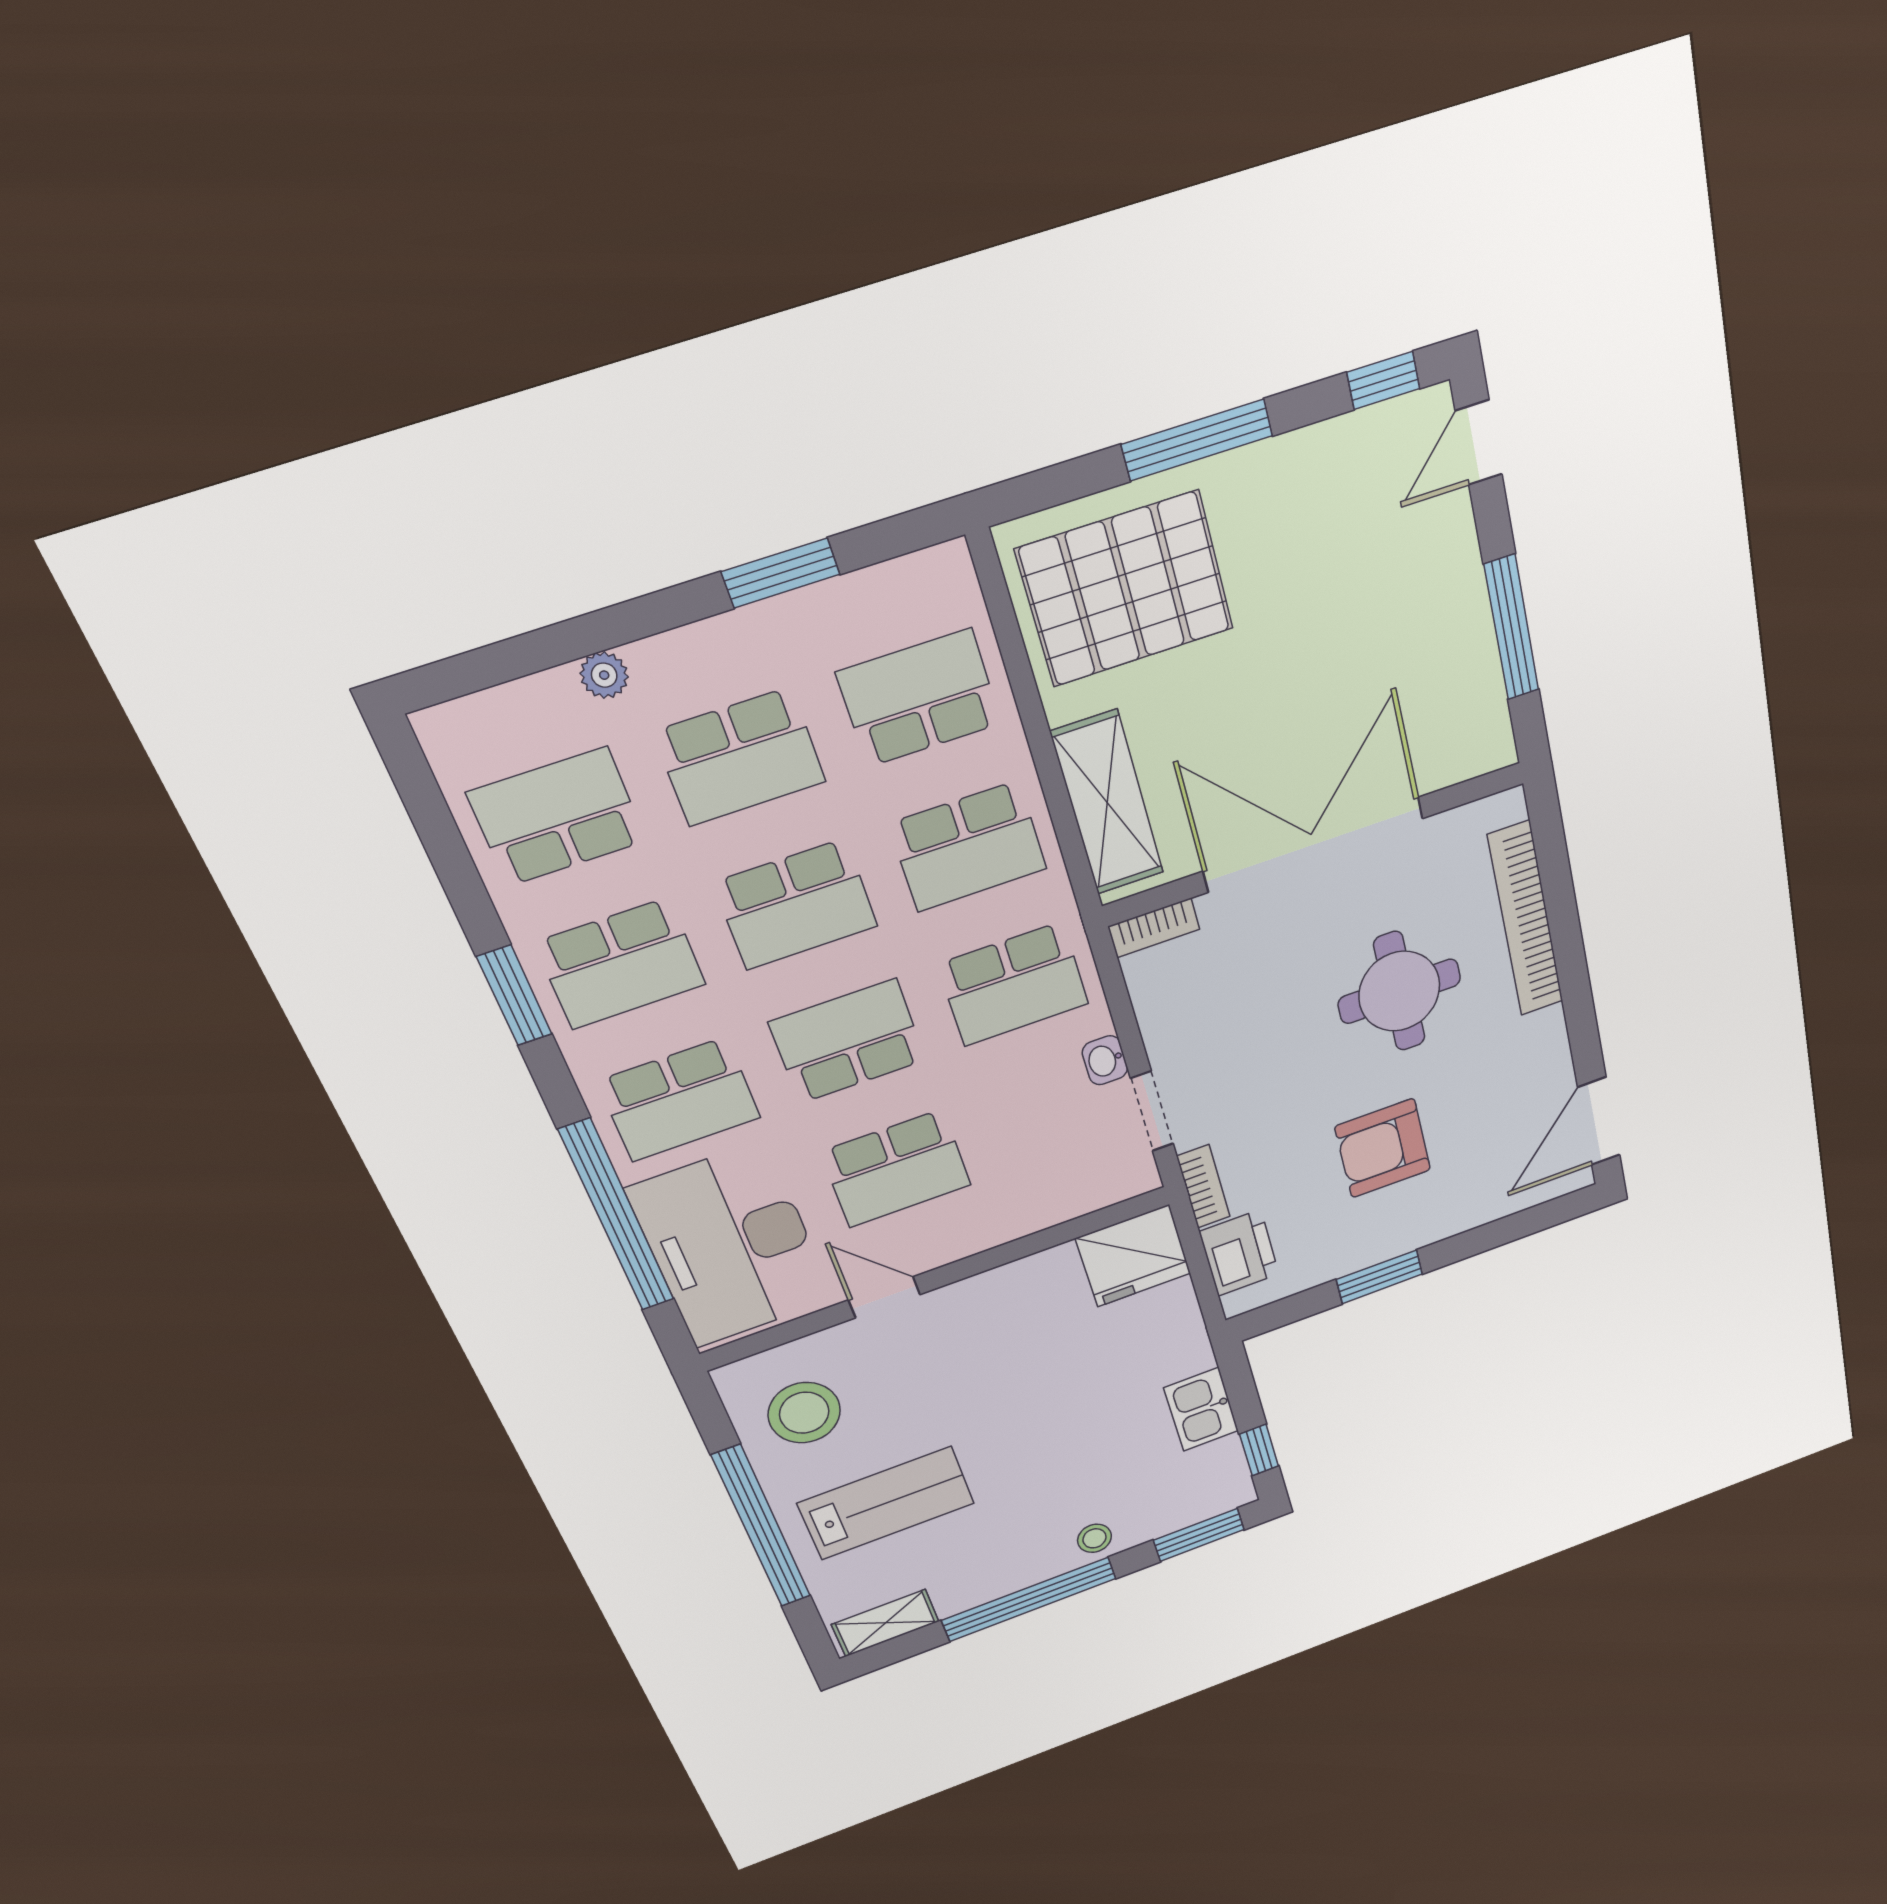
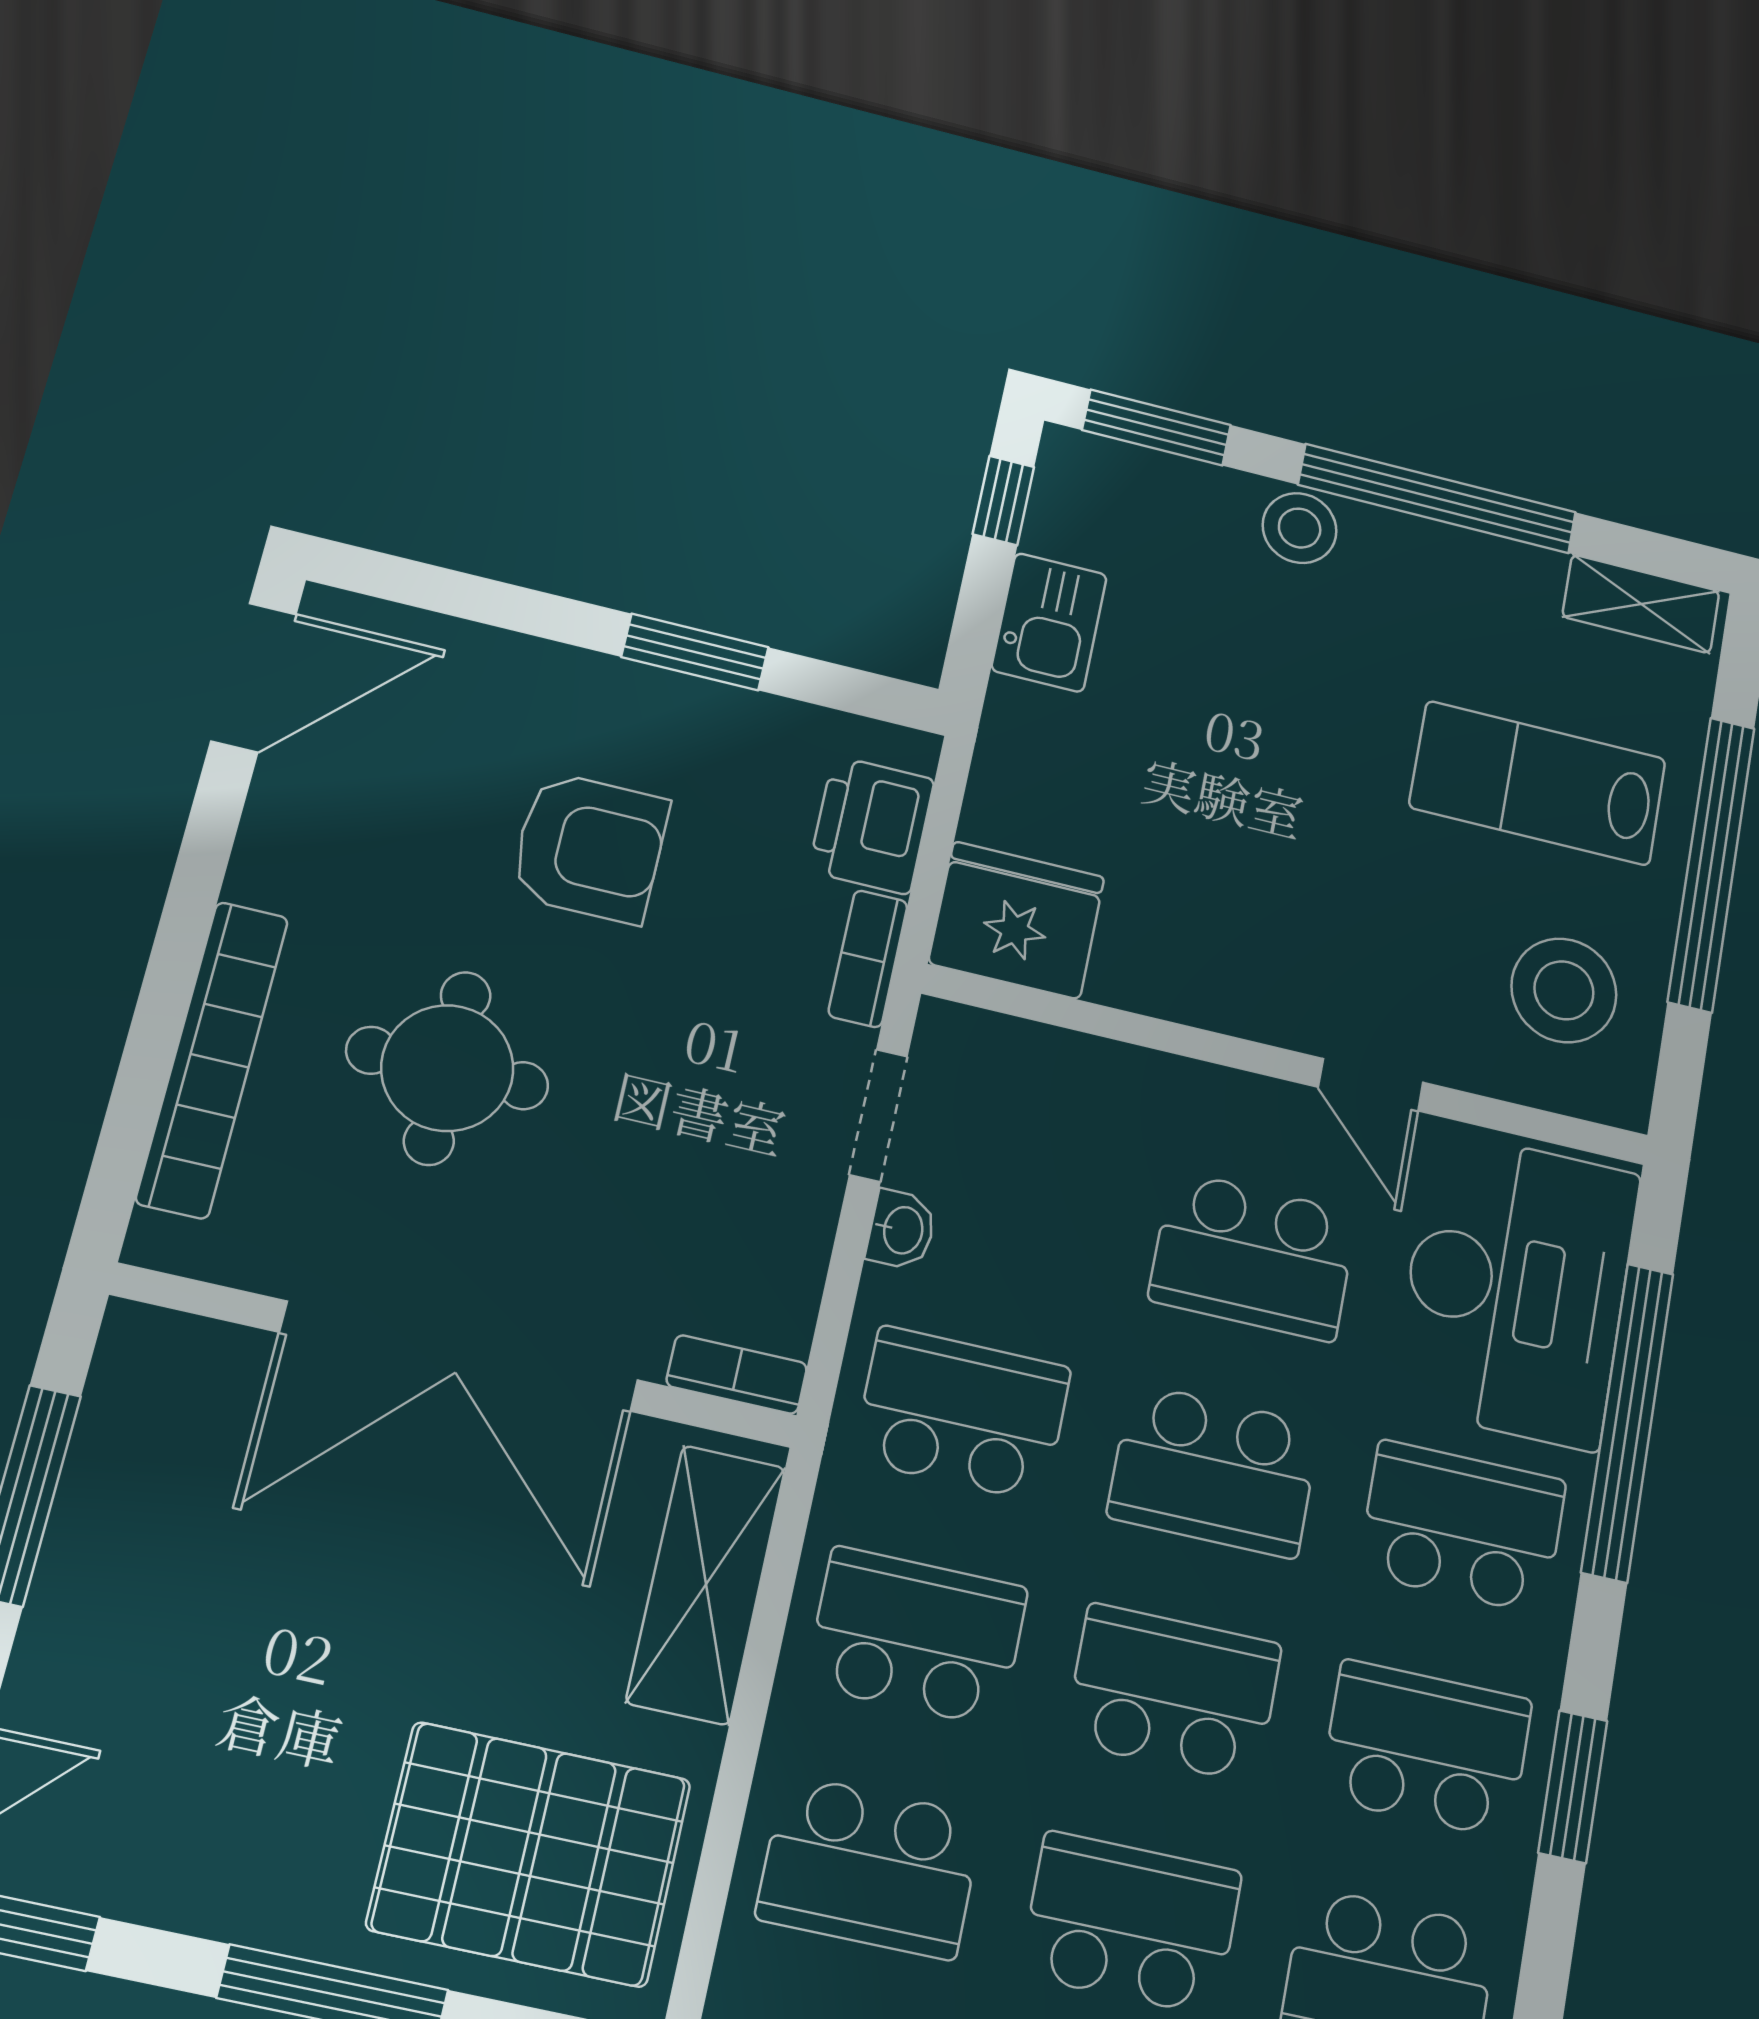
school desk: (896, 1169) -> (1253, 1256), turned 180
stool: (1094, 1538) -> (1300, 528), width x1.37, depth x1.37

